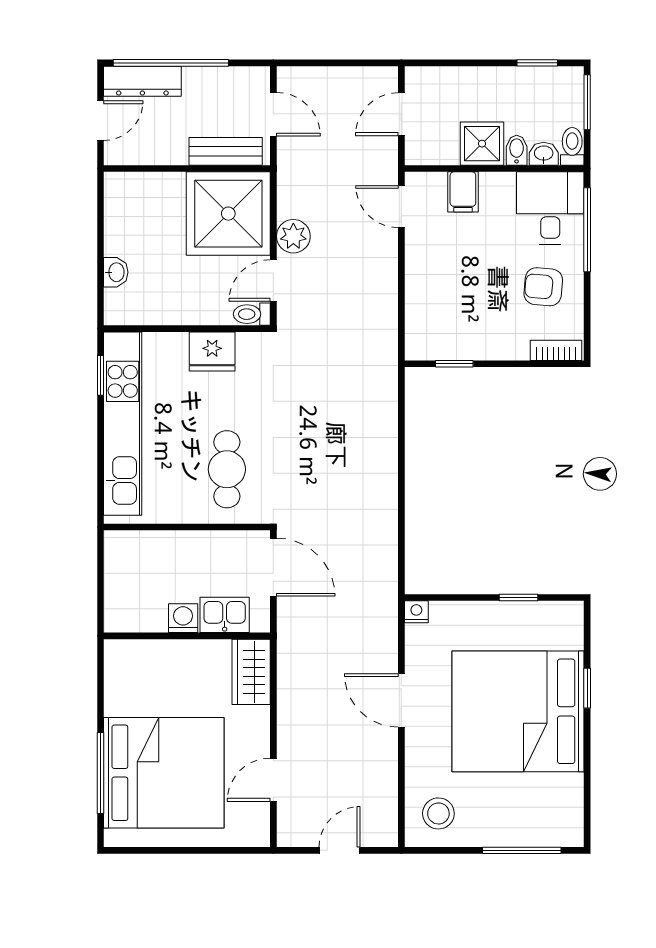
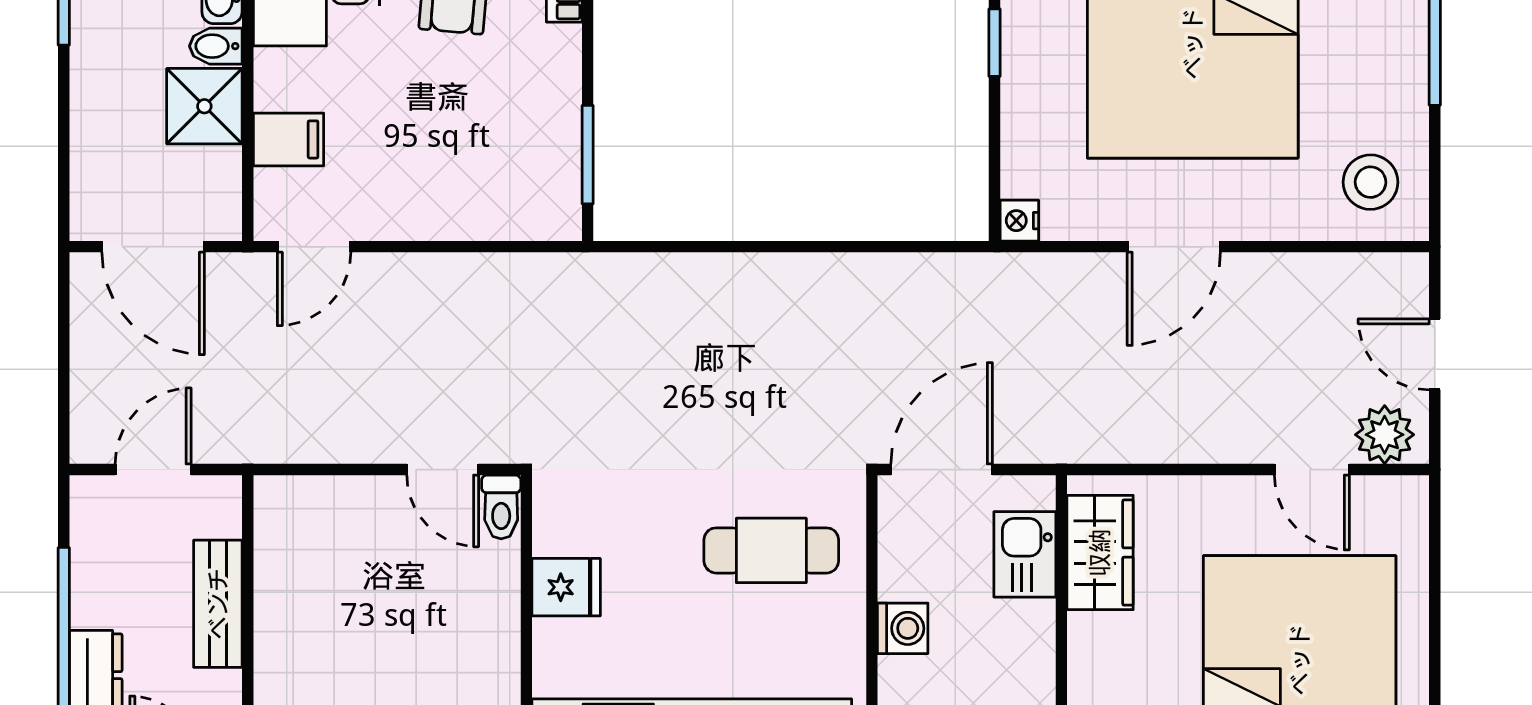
door: (401, 114) -> (153, 247), width x1.38
bench: (226, 151) -> (218, 604), moved
shower: (228, 214) -> (326, 548), removed
plant: (293, 236) -> (1385, 435), moved
fridge: (212, 351) -> (566, 587), width x0.72
window: (454, 364) -> (588, 155), width x1.50
washing machine: (183, 618) -> (903, 628), moved, turned 180
wardrobe: (251, 672) -> (1100, 553), moved, turned -90

